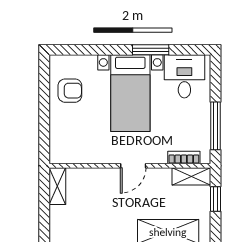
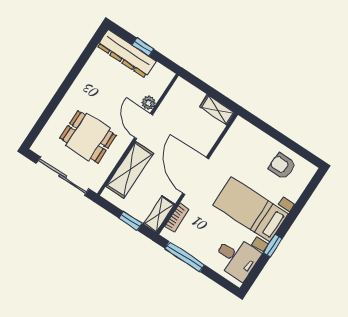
window: (151, 50) -> (273, 246), width x0.67
armchair: (70, 91) -> (282, 166), turned 90
door: (133, 166) -> (195, 176), width x1.88

